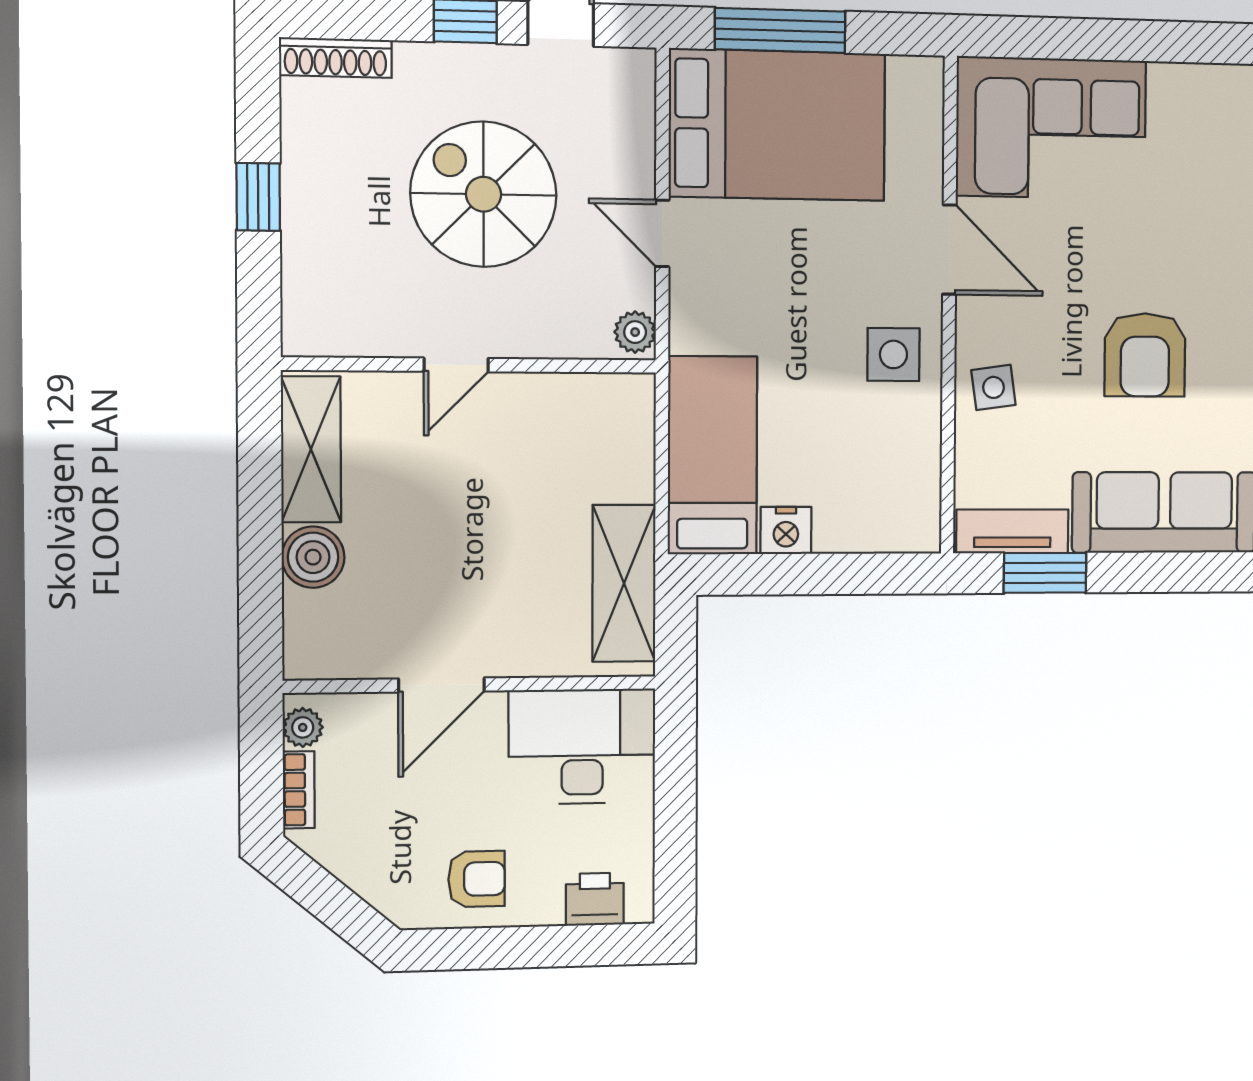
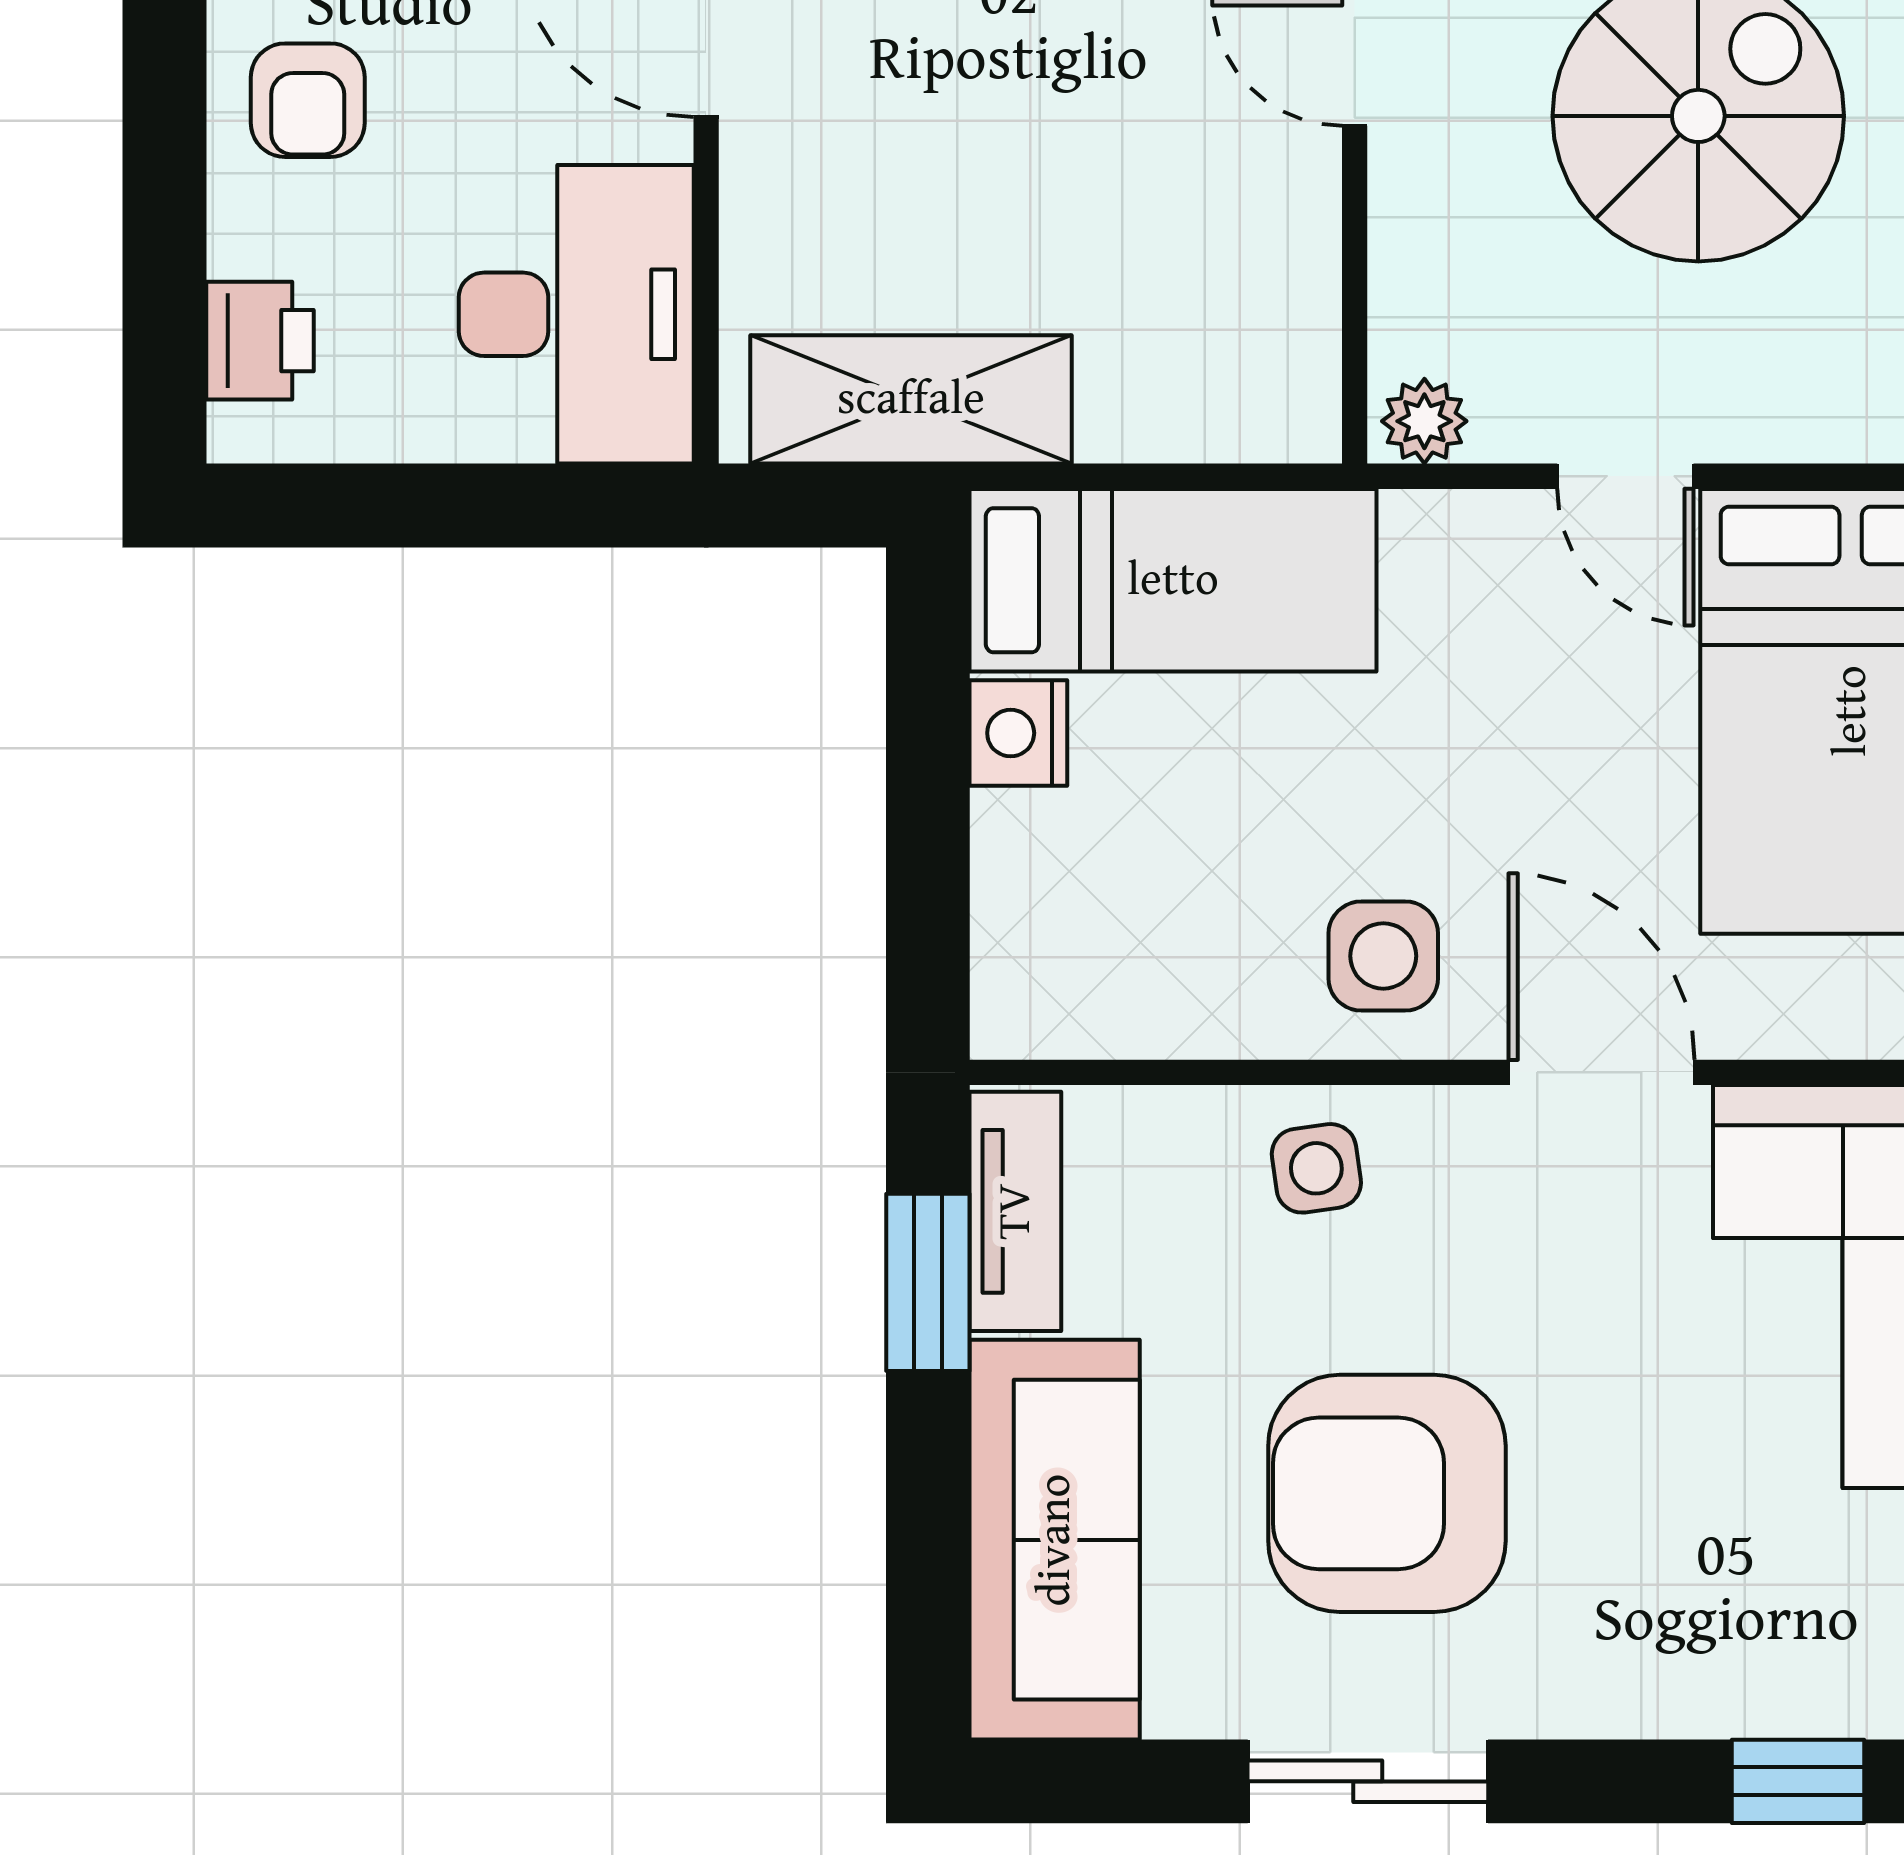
door: (662, 233) -> (1625, 476), swing flipped
door: (949, 250) -> (1602, 1072), swing flipped
armchair: (1145, 355) -> (1387, 1493), width x1.36, depth x1.36

